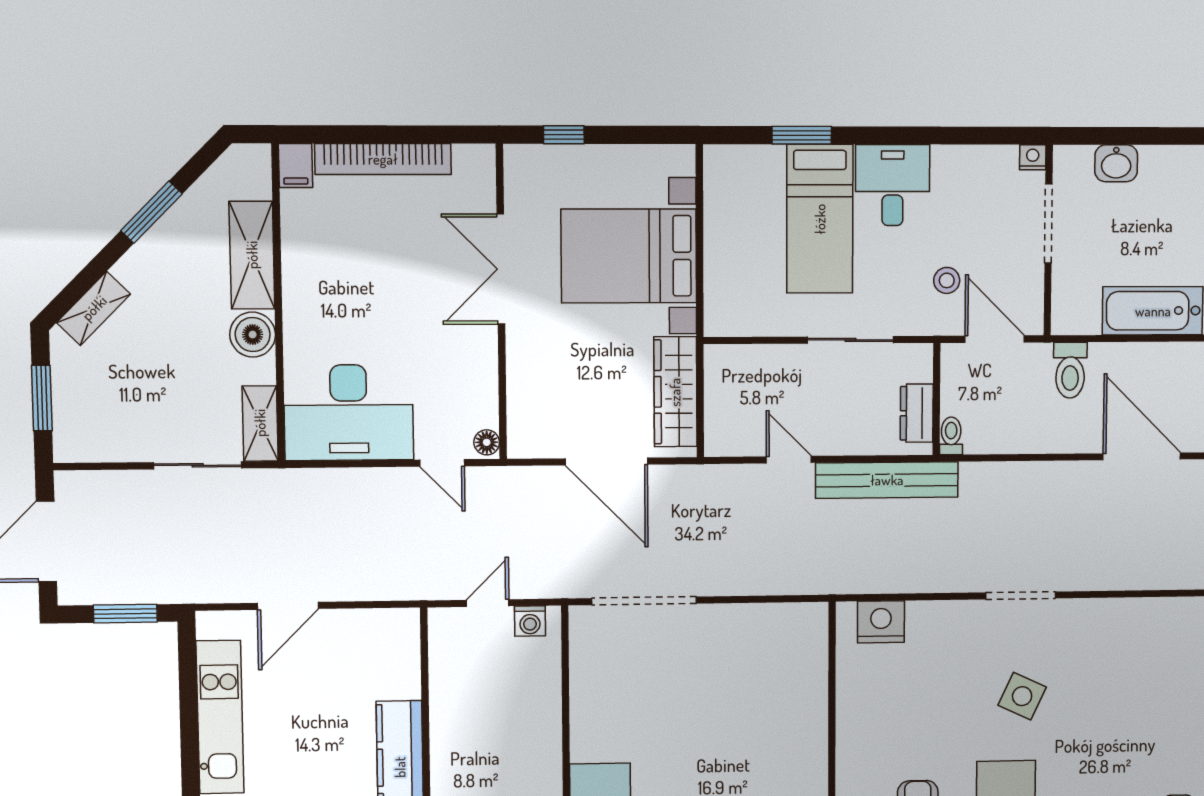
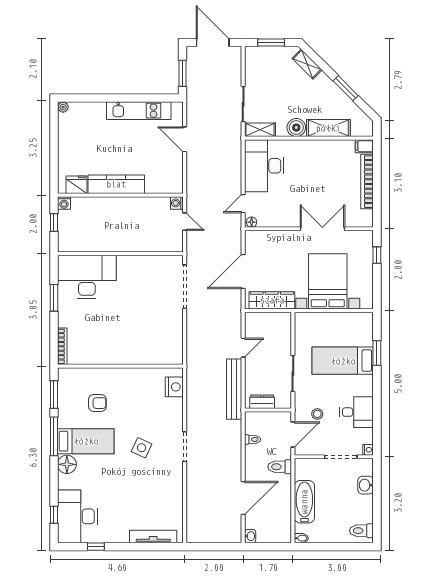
desk: (892, 185) -> (357, 412), moved
toilet: (951, 436) -> (253, 439), moved
washing machine: (530, 621) -> (177, 203), moved

